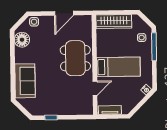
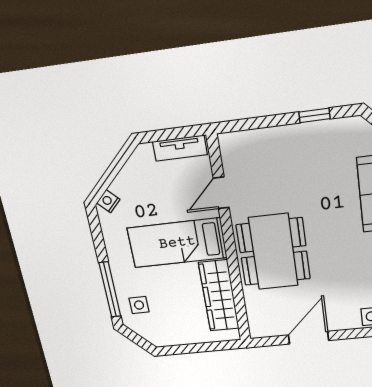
wardrobe: (114, 22) -> (219, 296), moved, turned -90

